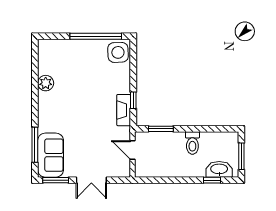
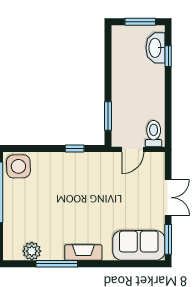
plant: (46, 83) -> (32, 251), moved
fireplace: (124, 110) -> (83, 253), moved, turned 180
toilet: (192, 143) -> (154, 134), moved, turned -90
window: (35, 145) -> (57, 264), moved

